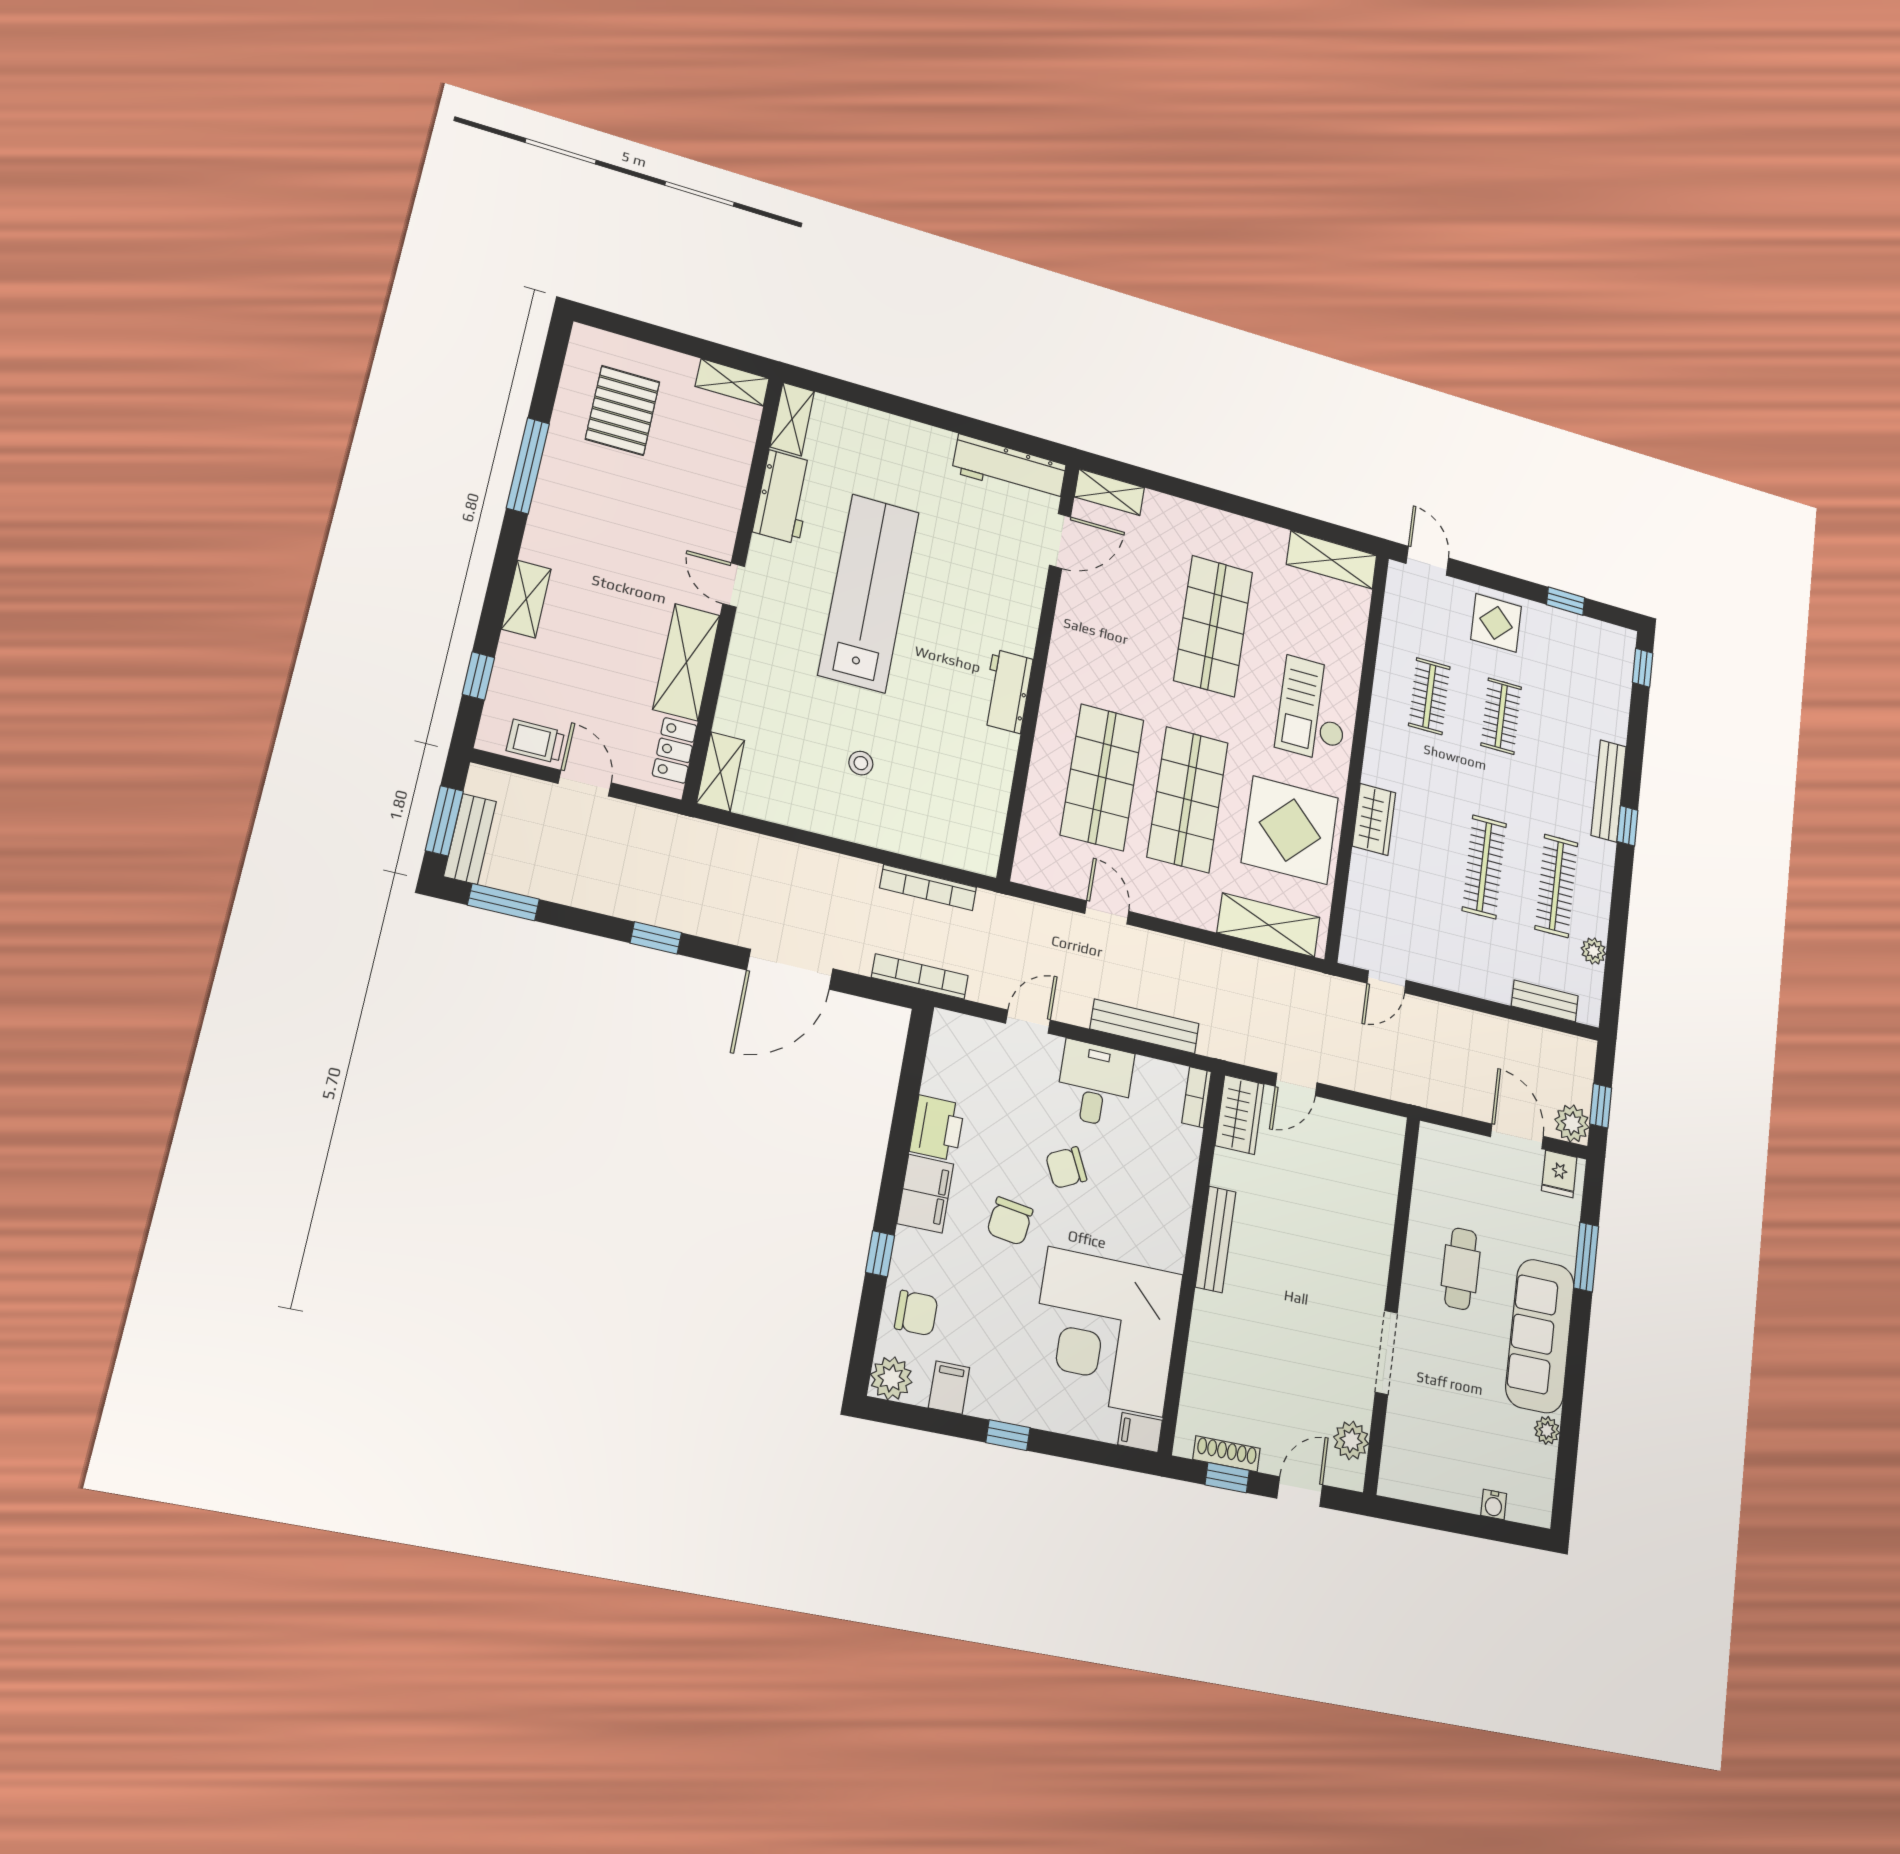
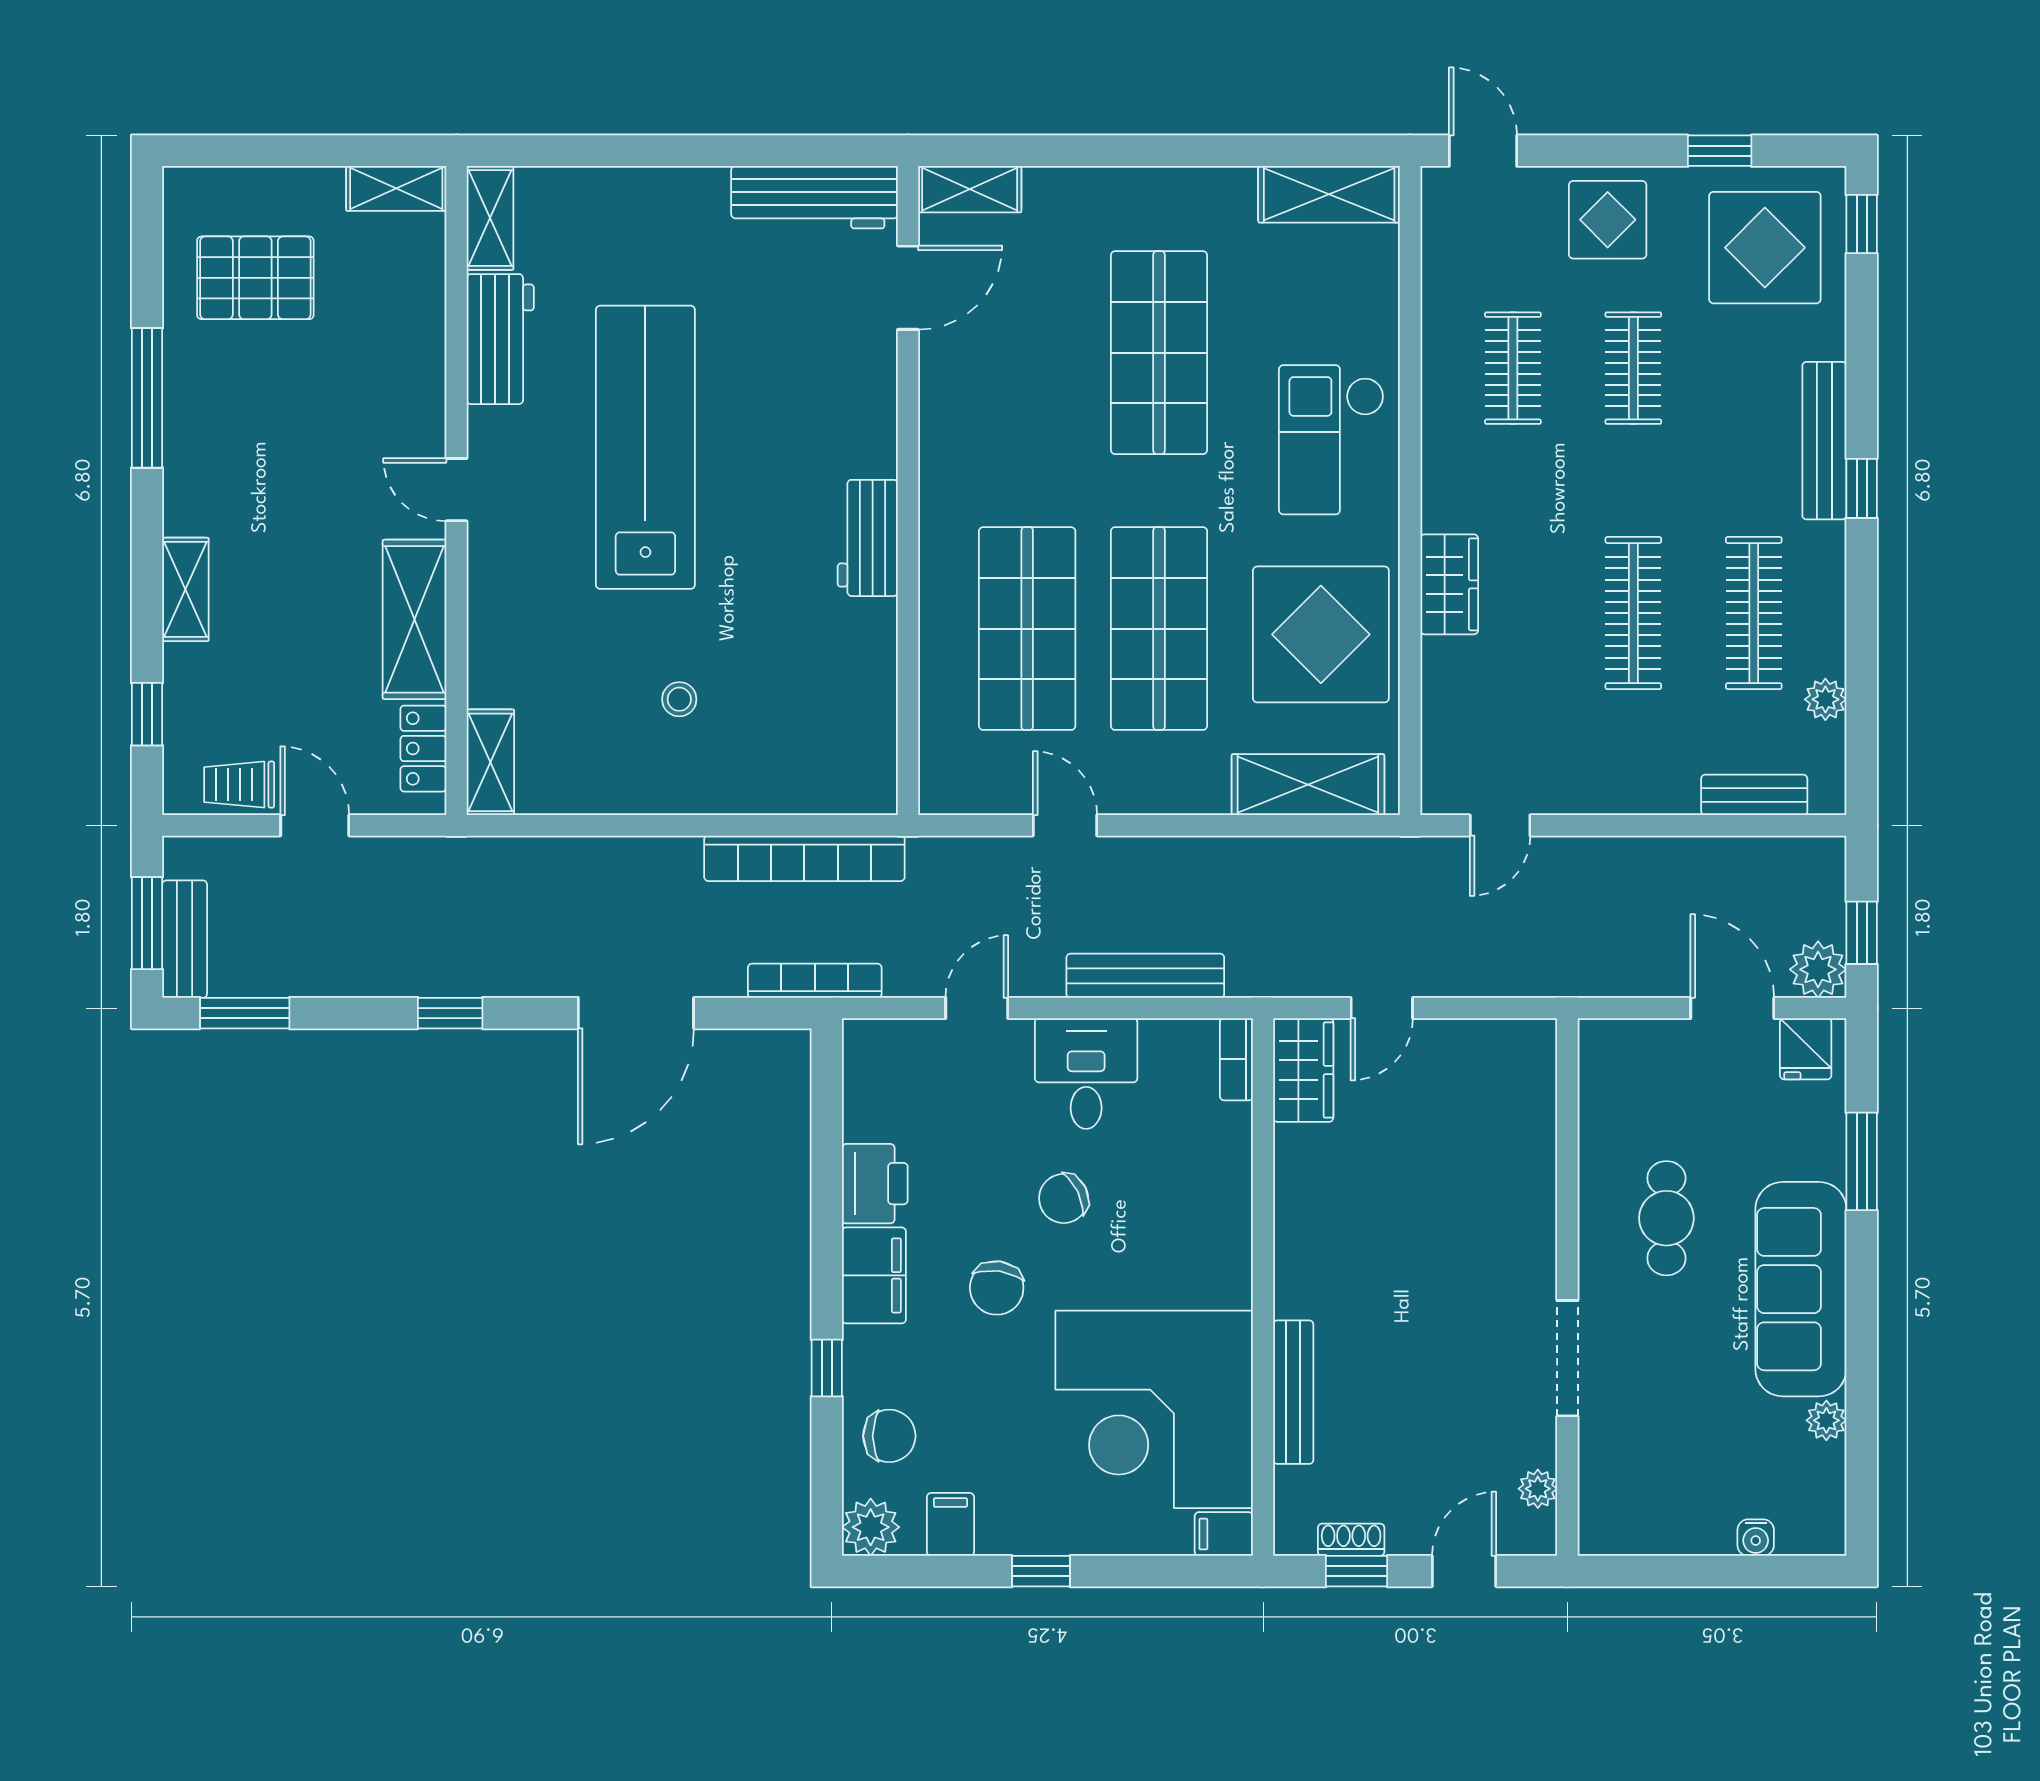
pallet: (623, 410) -> (255, 278), turned 90
display table: (1586, 666) -> (1765, 248), added
bookcase: (928, 888) -> (804, 858), width x1.48, depth x1.31
bench: (1216, 1239) -> (1293, 1392), moved
plant: (1351, 1440) -> (1538, 1489), width x0.73, depth x0.73
shoe rack: (1227, 1454) -> (1351, 1540), width x0.70

